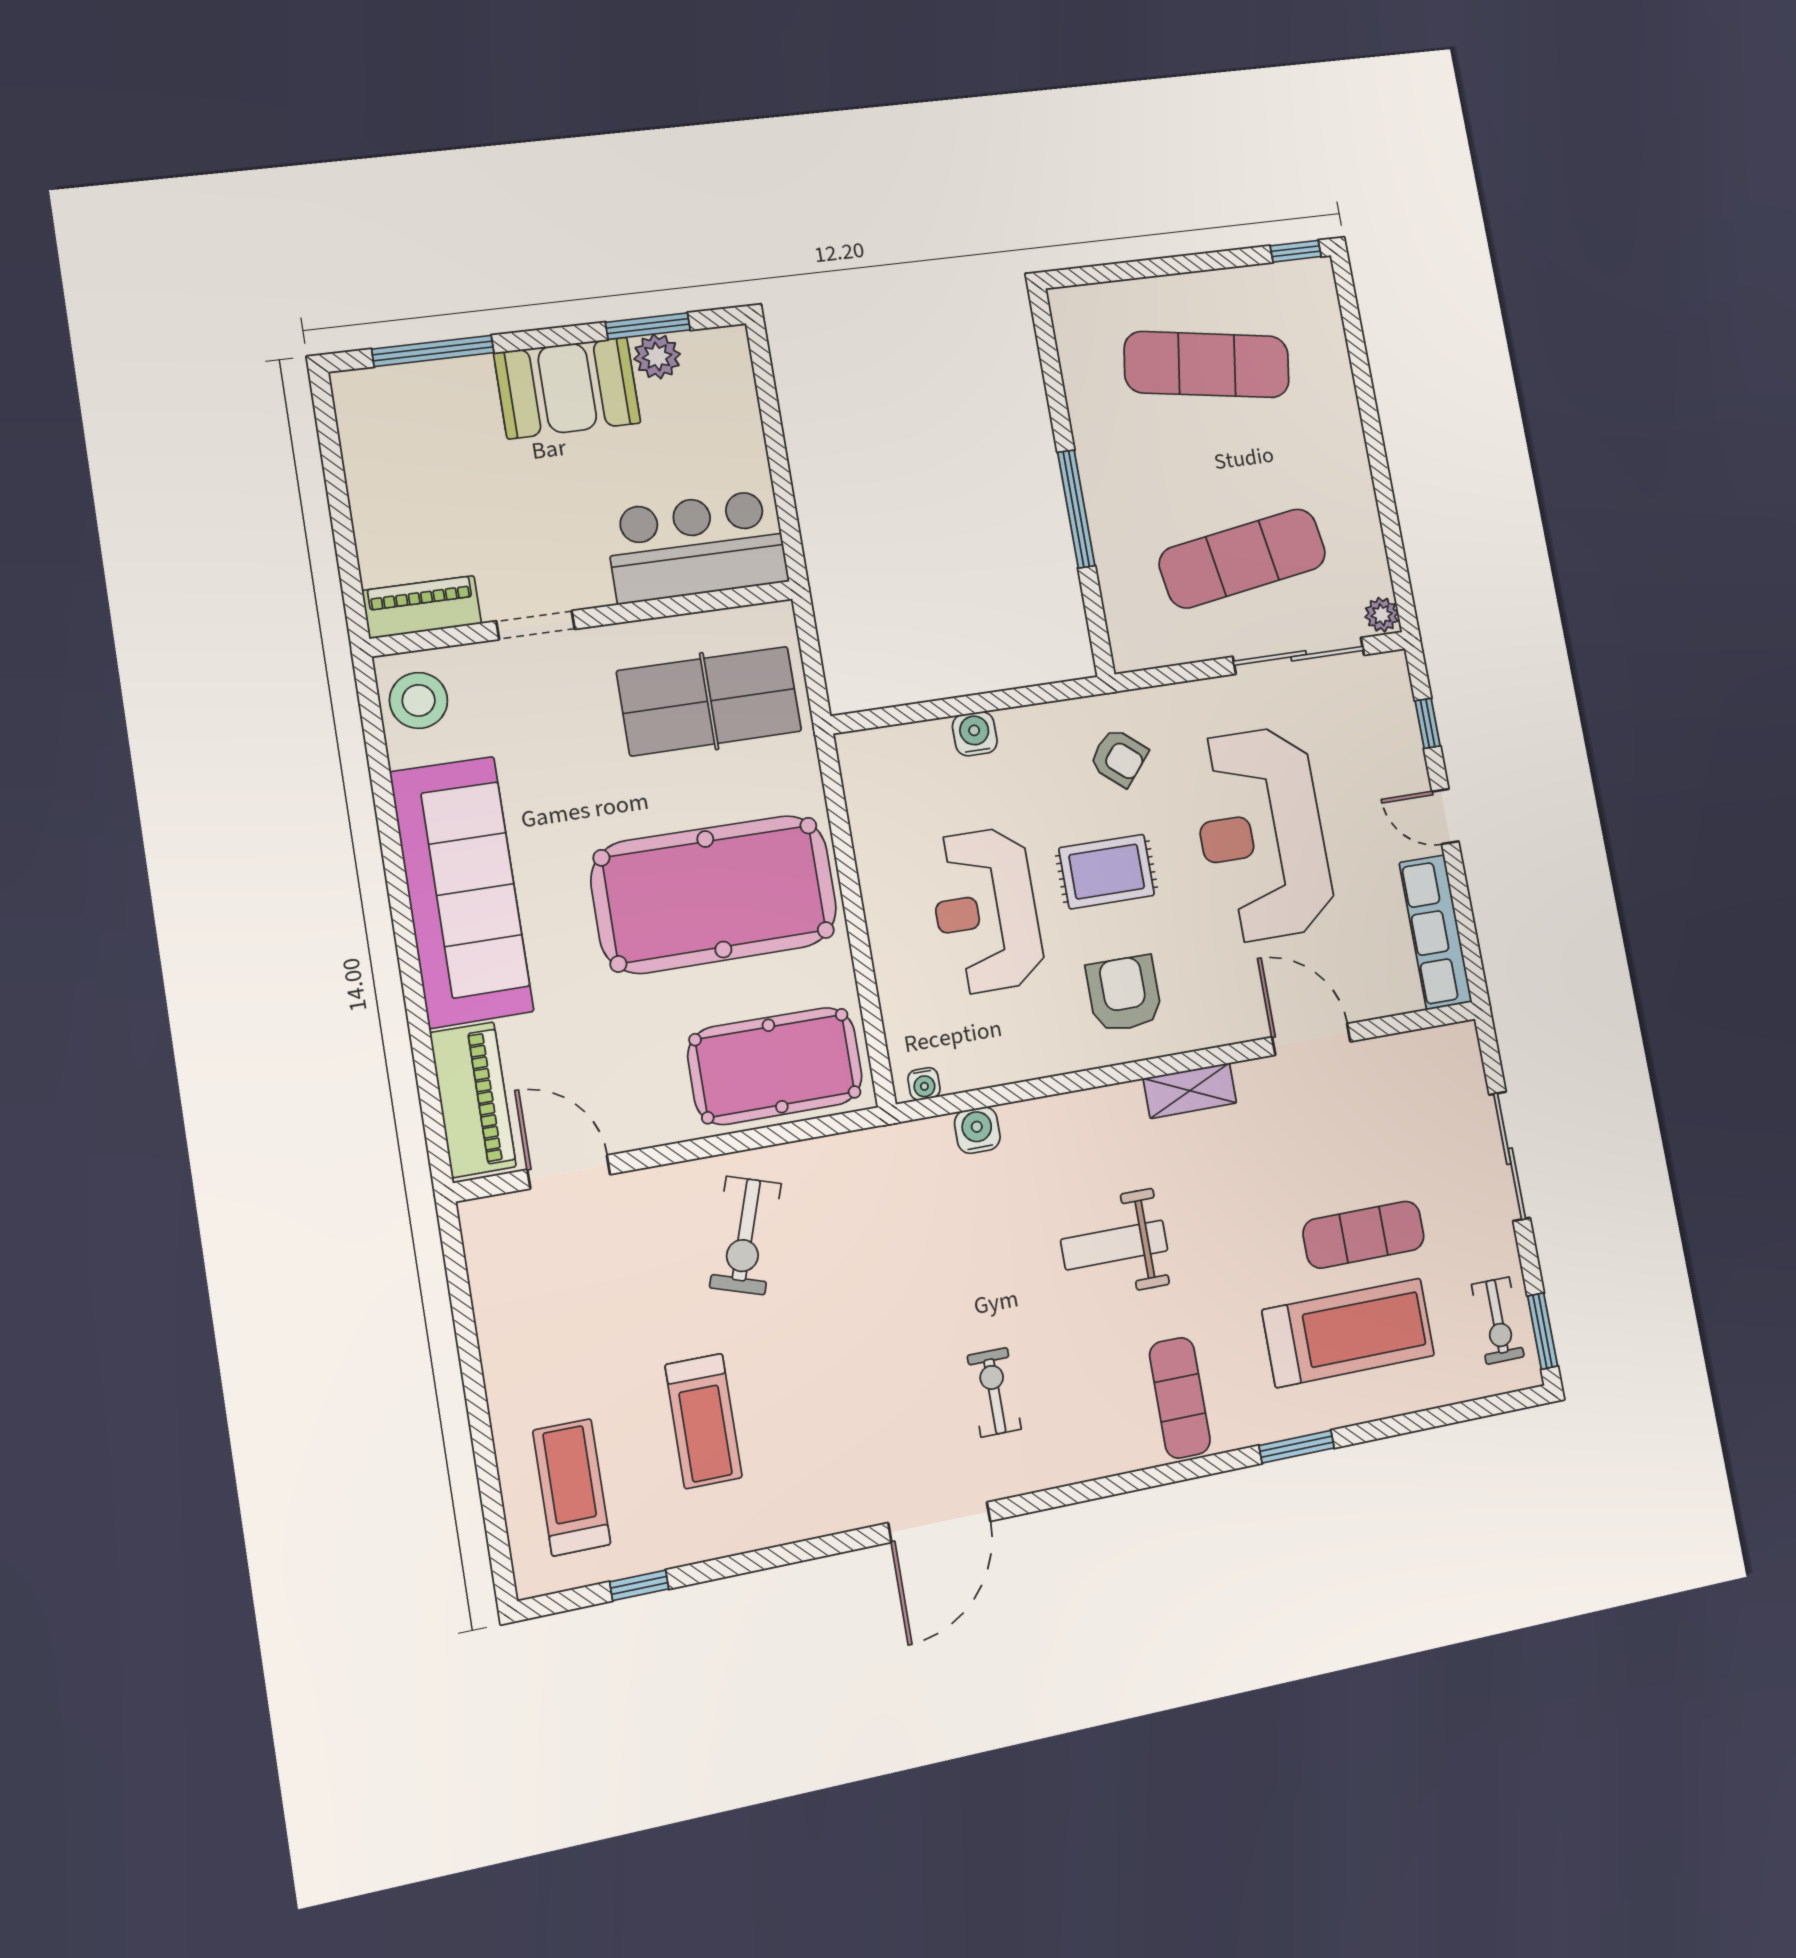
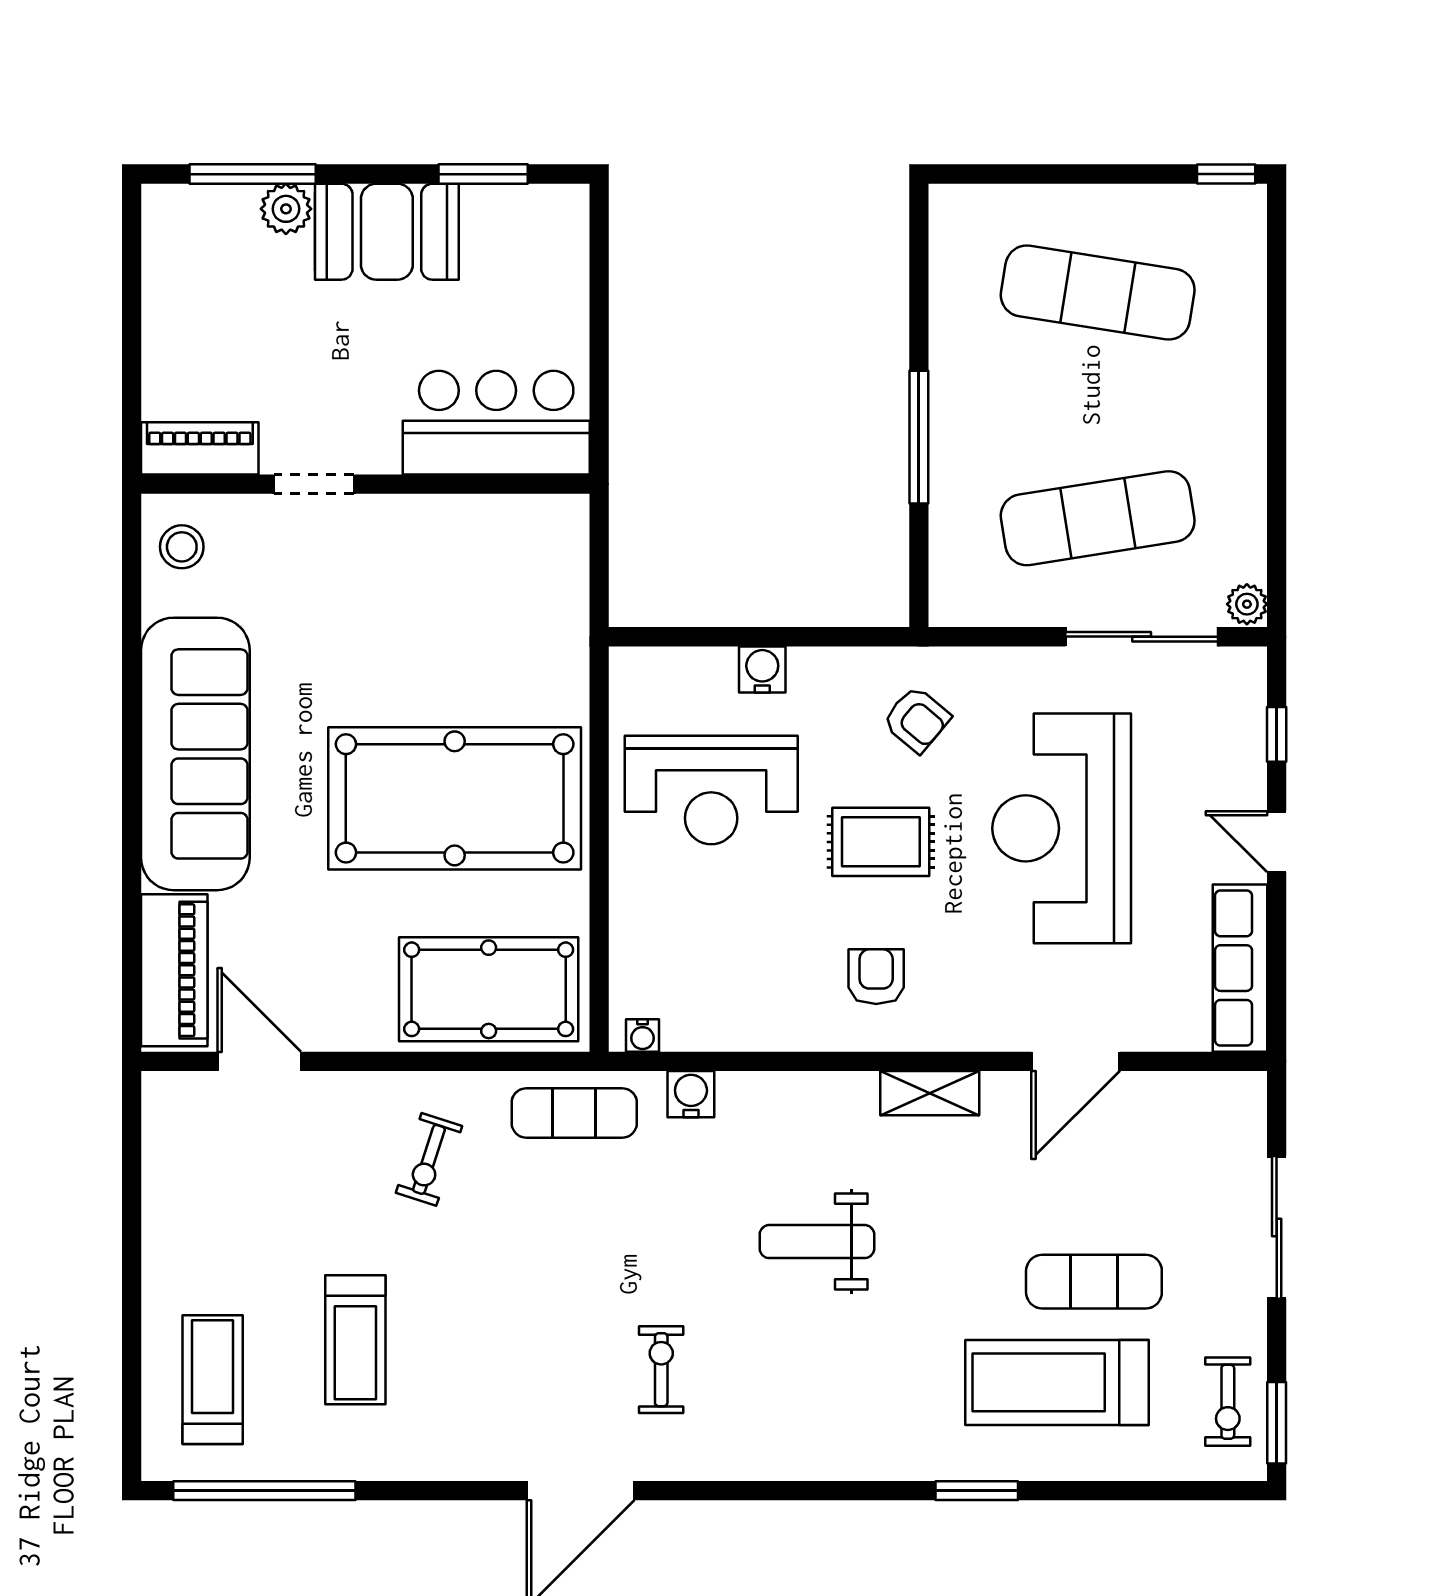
plant: (657, 356) -> (286, 209), moved
stool: (419, 700) -> (182, 547), width x0.73, depth x0.73
table tennis table: (709, 701) -> (483, 592), removed
reception desk: (986, 911) -> (711, 790), moved, turned -90
armchair: (1124, 994) -> (876, 977), width x0.72, depth x0.72
door: (1311, 1039) -> (1076, 1061), swing flipped
exercise bike: (745, 1235) -> (429, 1159), width x0.73, depth x0.72
treadmill: (1348, 1333) -> (1057, 1382), turned 180
exercise mat: (1180, 1398) -> (574, 1113), moved, turned 90
window: (639, 1585) -> (264, 1491), width x3.17

